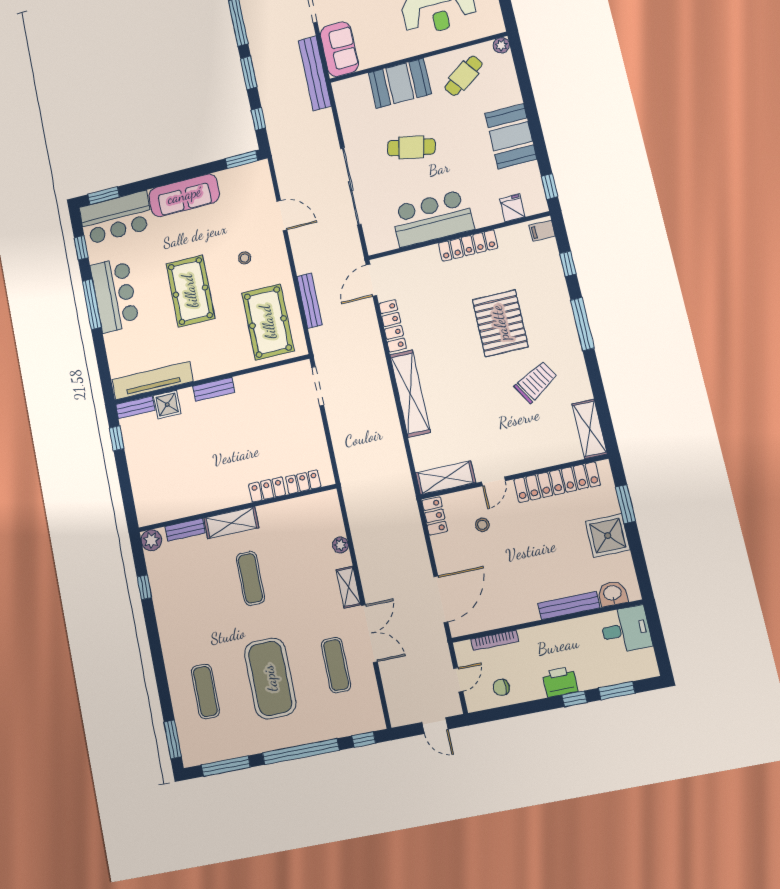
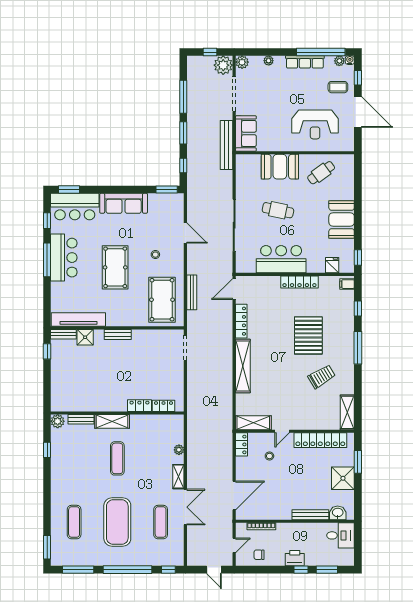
plant: (501, 45) -> (349, 159), removed

